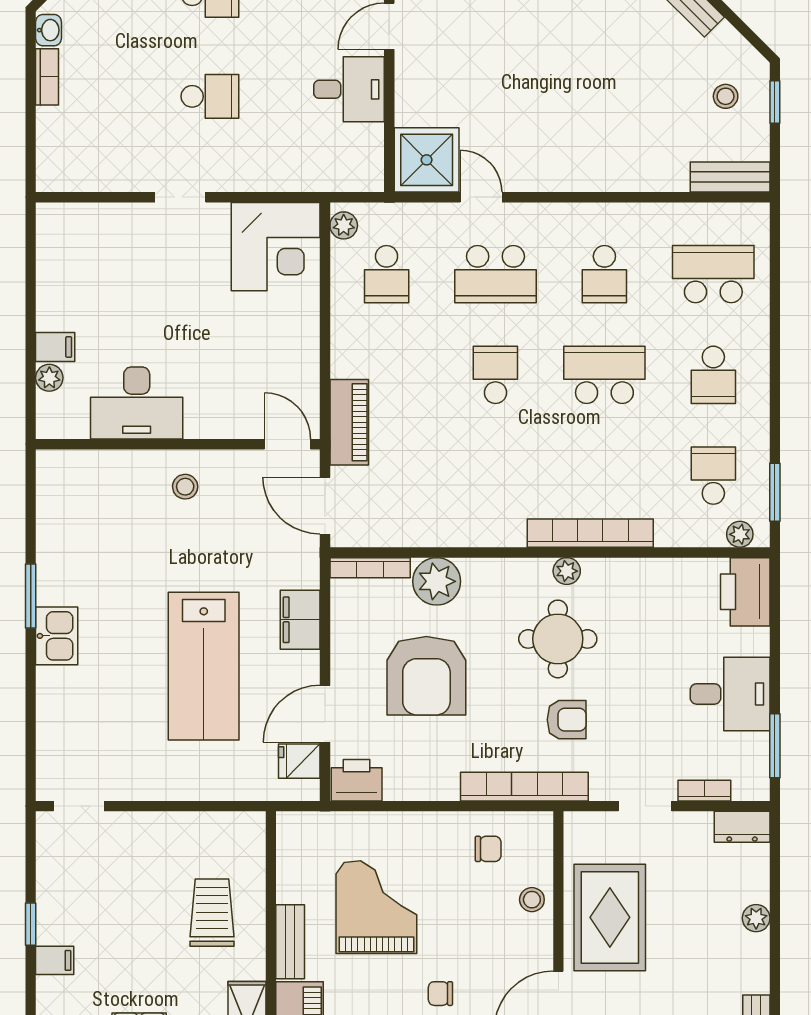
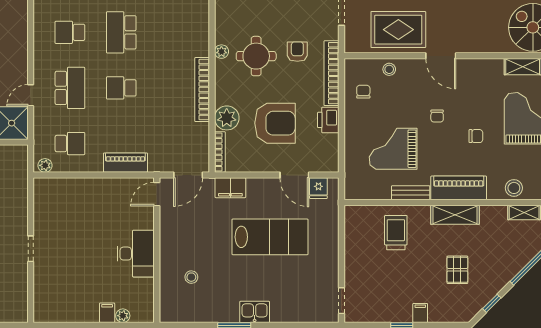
corner desk: (276, 247) -> (56, 200), removed
school desk: (604, 274) -> (70, 32), turned 180
desk: (137, 403) -> (136, 254), moved
piano: (349, 422) -> (125, 163), moved
stool: (185, 487) -> (191, 277), moved
bookcase: (590, 533) -> (202, 90), moved
filing cabinet: (300, 620) -> (230, 188), moved
printer: (357, 780) -> (328, 120), moved
trolley: (212, 913) -> (396, 233), turned 90

